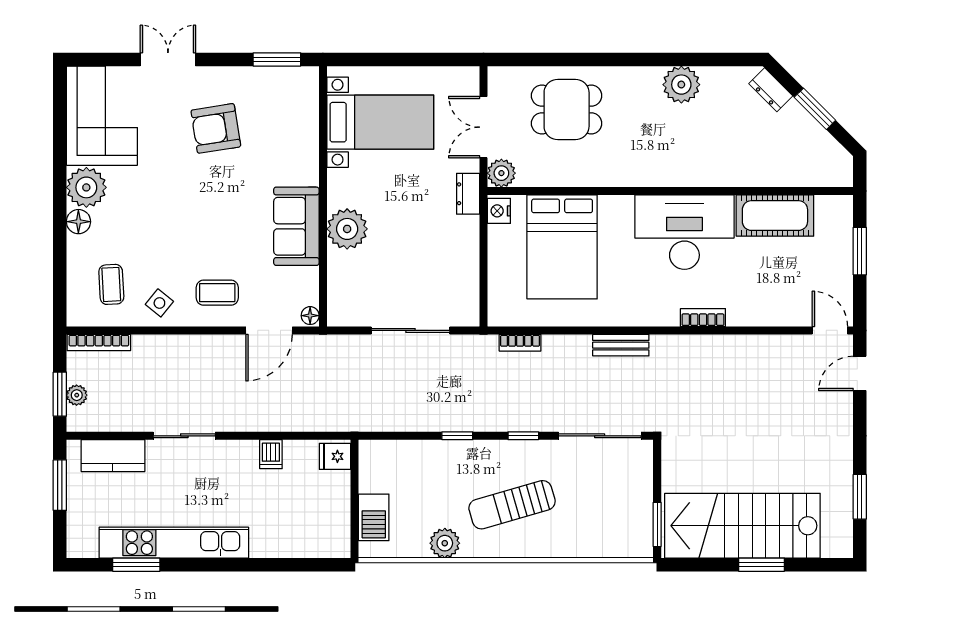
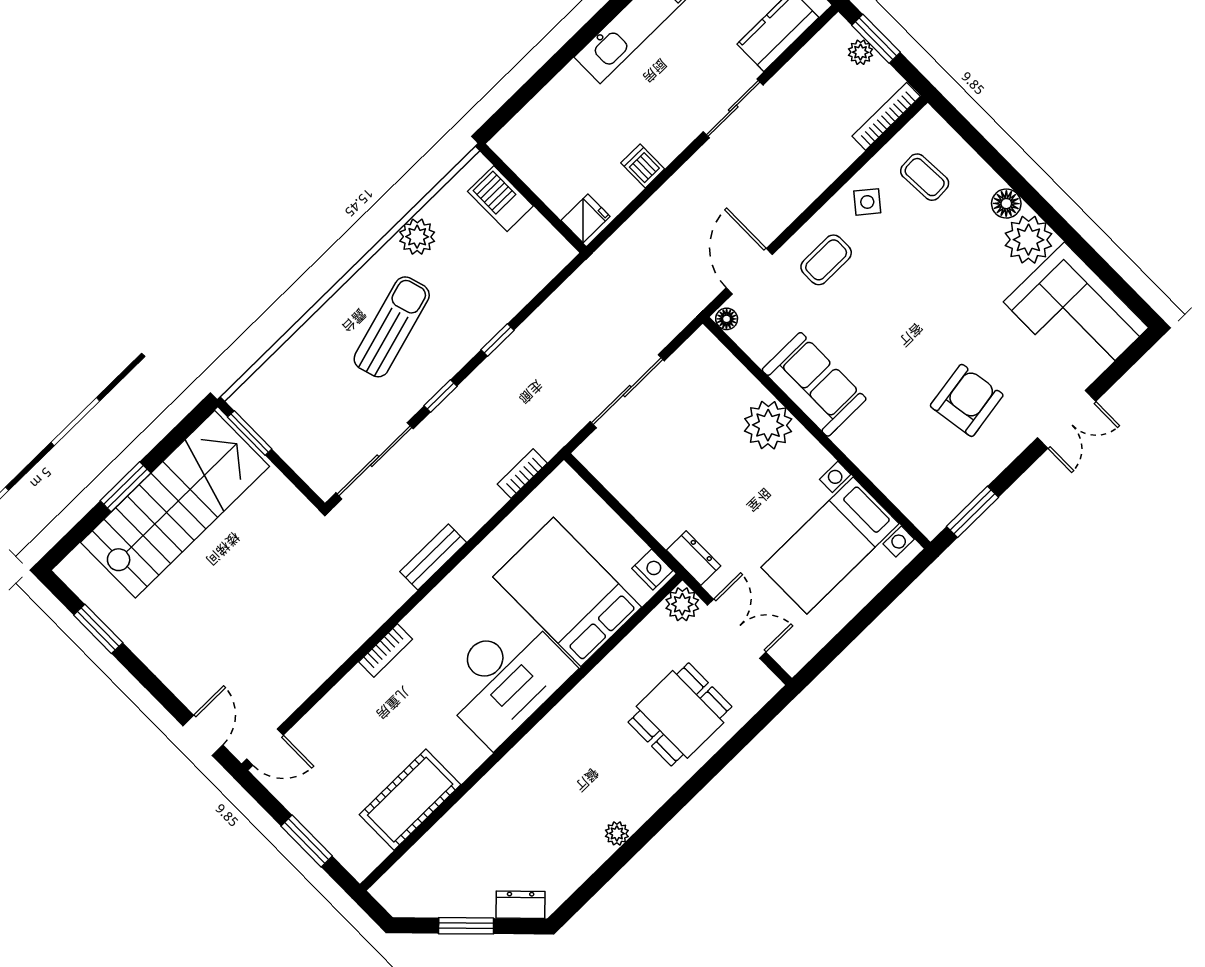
plant: (681, 85) -> (617, 833), width x0.53, depth x0.53
desk: (684, 232) -> (505, 678), moved

